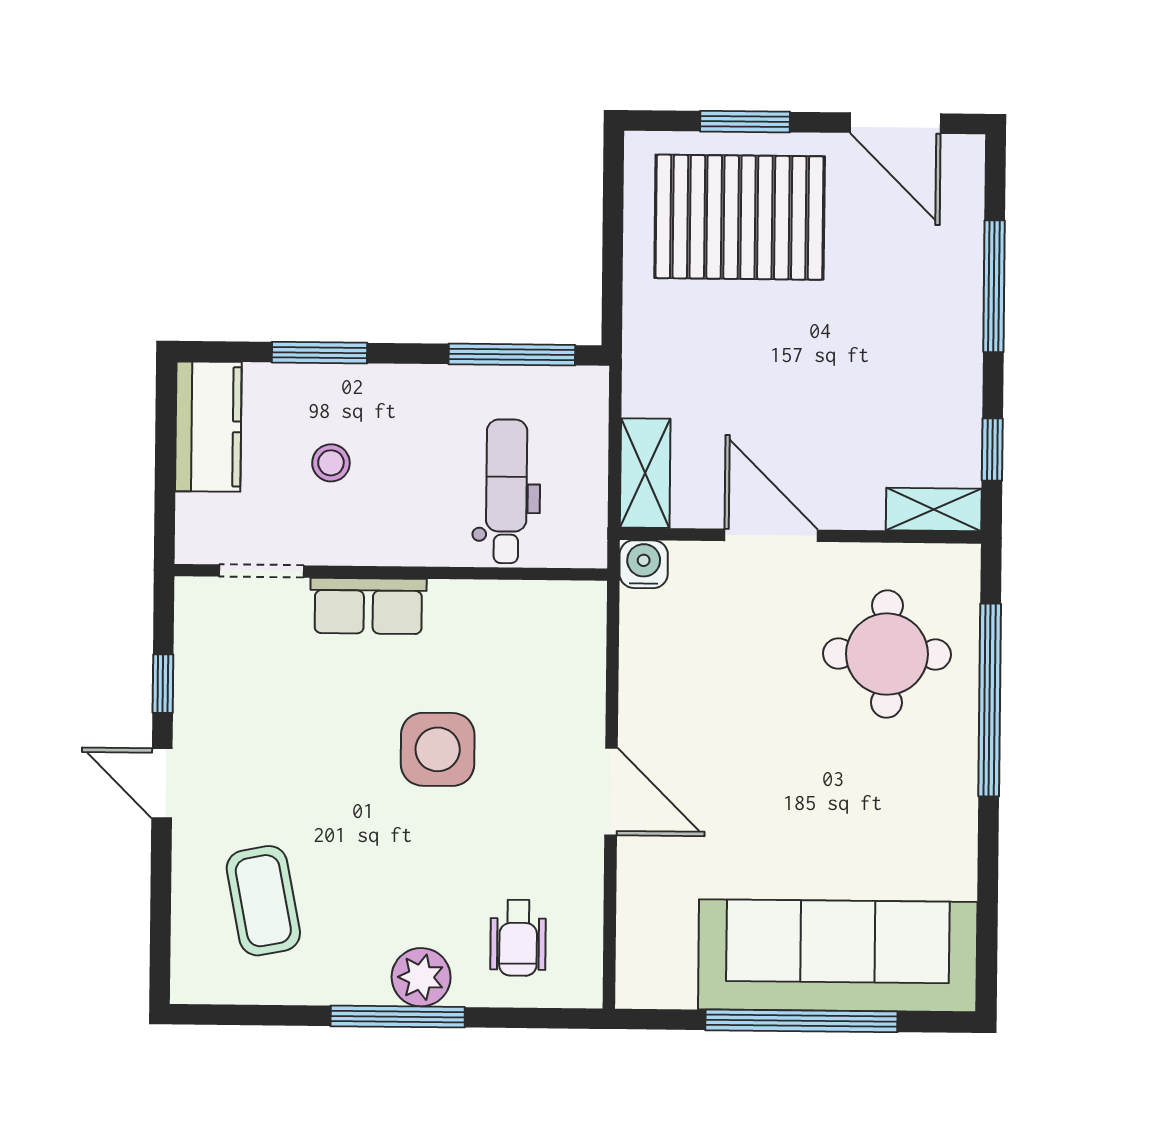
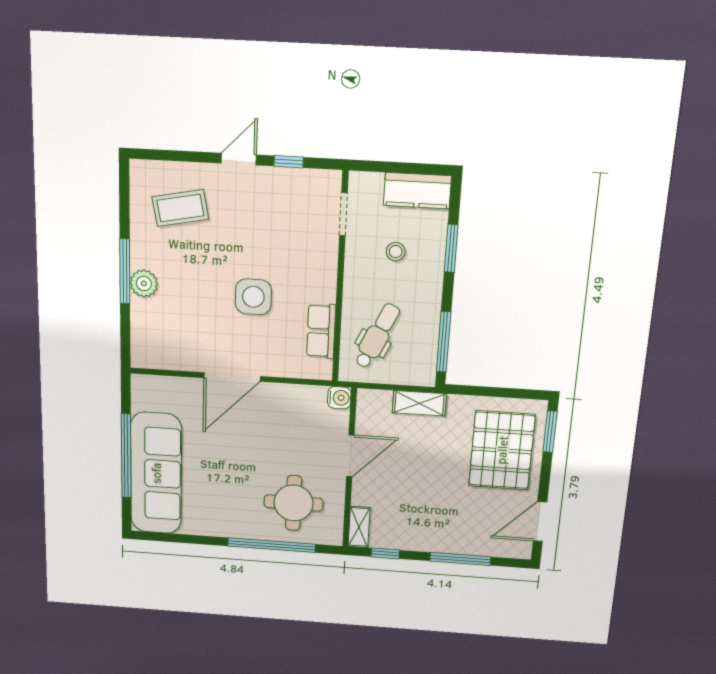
window: (745, 122) -> (550, 432), moved
shelving: (645, 473) -> (419, 403), moved
dental chair: (506, 491) -> (377, 336), turned -65
row of seats: (368, 606) -> (321, 331), moved
door: (611, 792) -> (232, 377), width x1.36
wheelchair: (518, 938) -> (163, 330), removed

